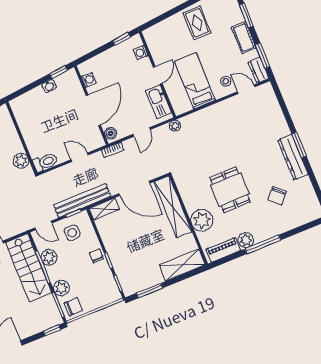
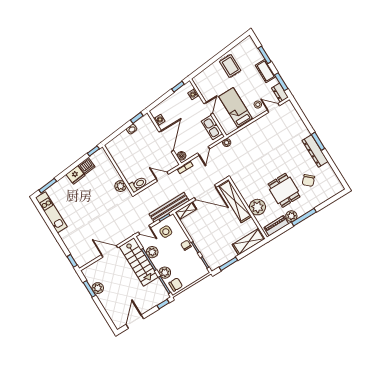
dining table: (230, 190) -> (284, 190), moved

